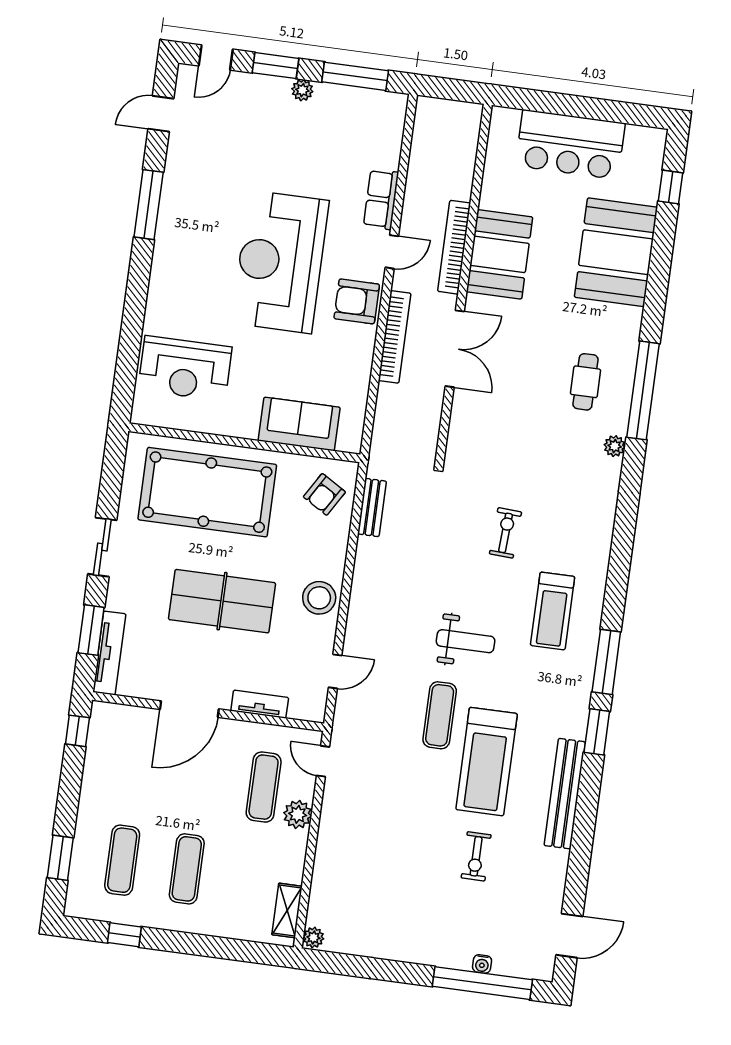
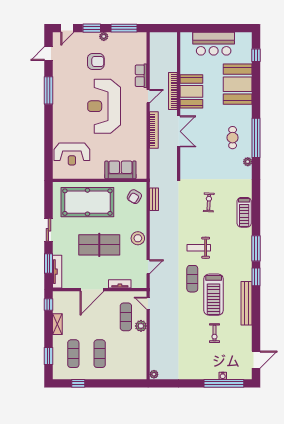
armchair: (357, 301) -> (96, 61), moved, turned 180
treadmill: (553, 611) -> (244, 212), moved
weight bench: (466, 641) -> (199, 248), turned 180
shelving: (287, 910) -> (57, 324), moved

